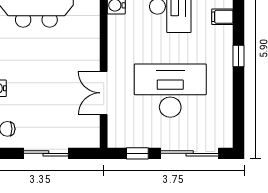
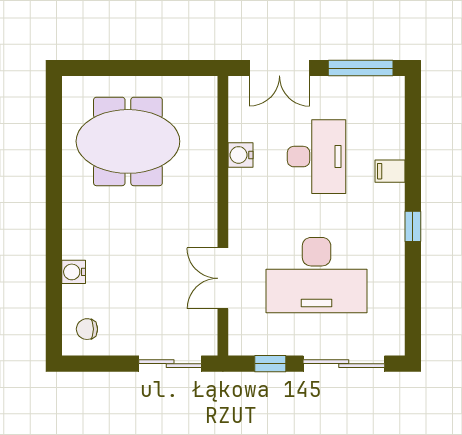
desk: (170, 91) -> (317, 275), turned 180
sliding door: (46, 153) -> (170, 364), moved

